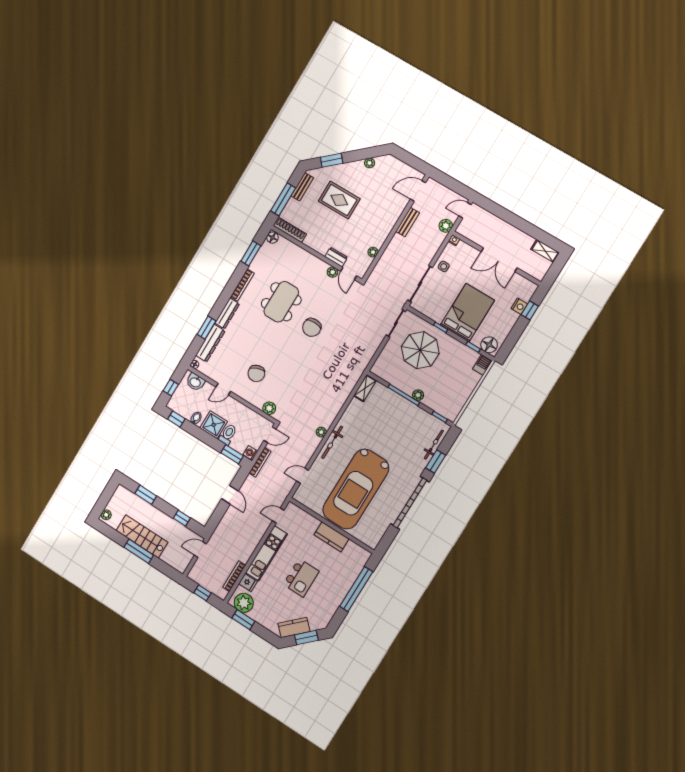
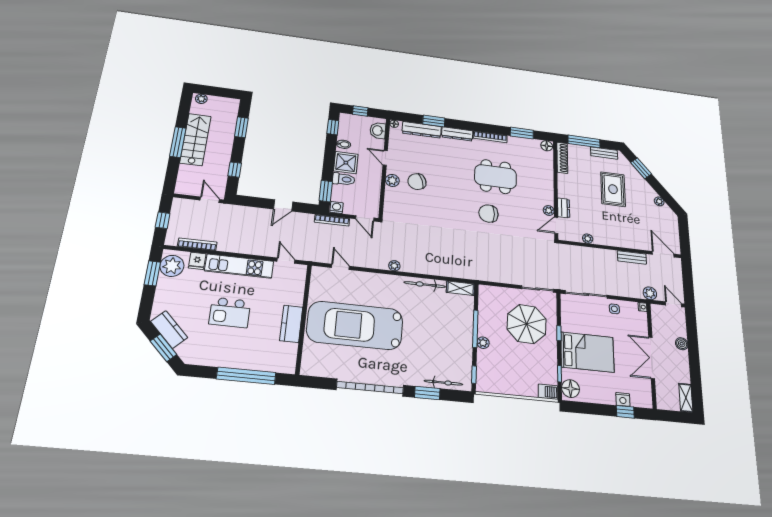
boiler: (501, 225) -> (682, 344), added
plant: (269, 408) -> (392, 180), moved
bicycle: (332, 442) -> (425, 285), moved

